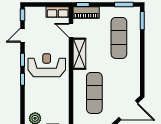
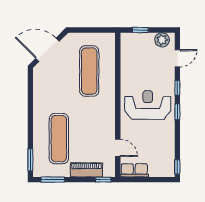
piano: (86, 12) -> (86, 170), moved
door: (23, 35) -> (177, 58), moved
shelving: (79, 54) -> (108, 119), removed
reception desk: (47, 65) -> (148, 105), turned 180

